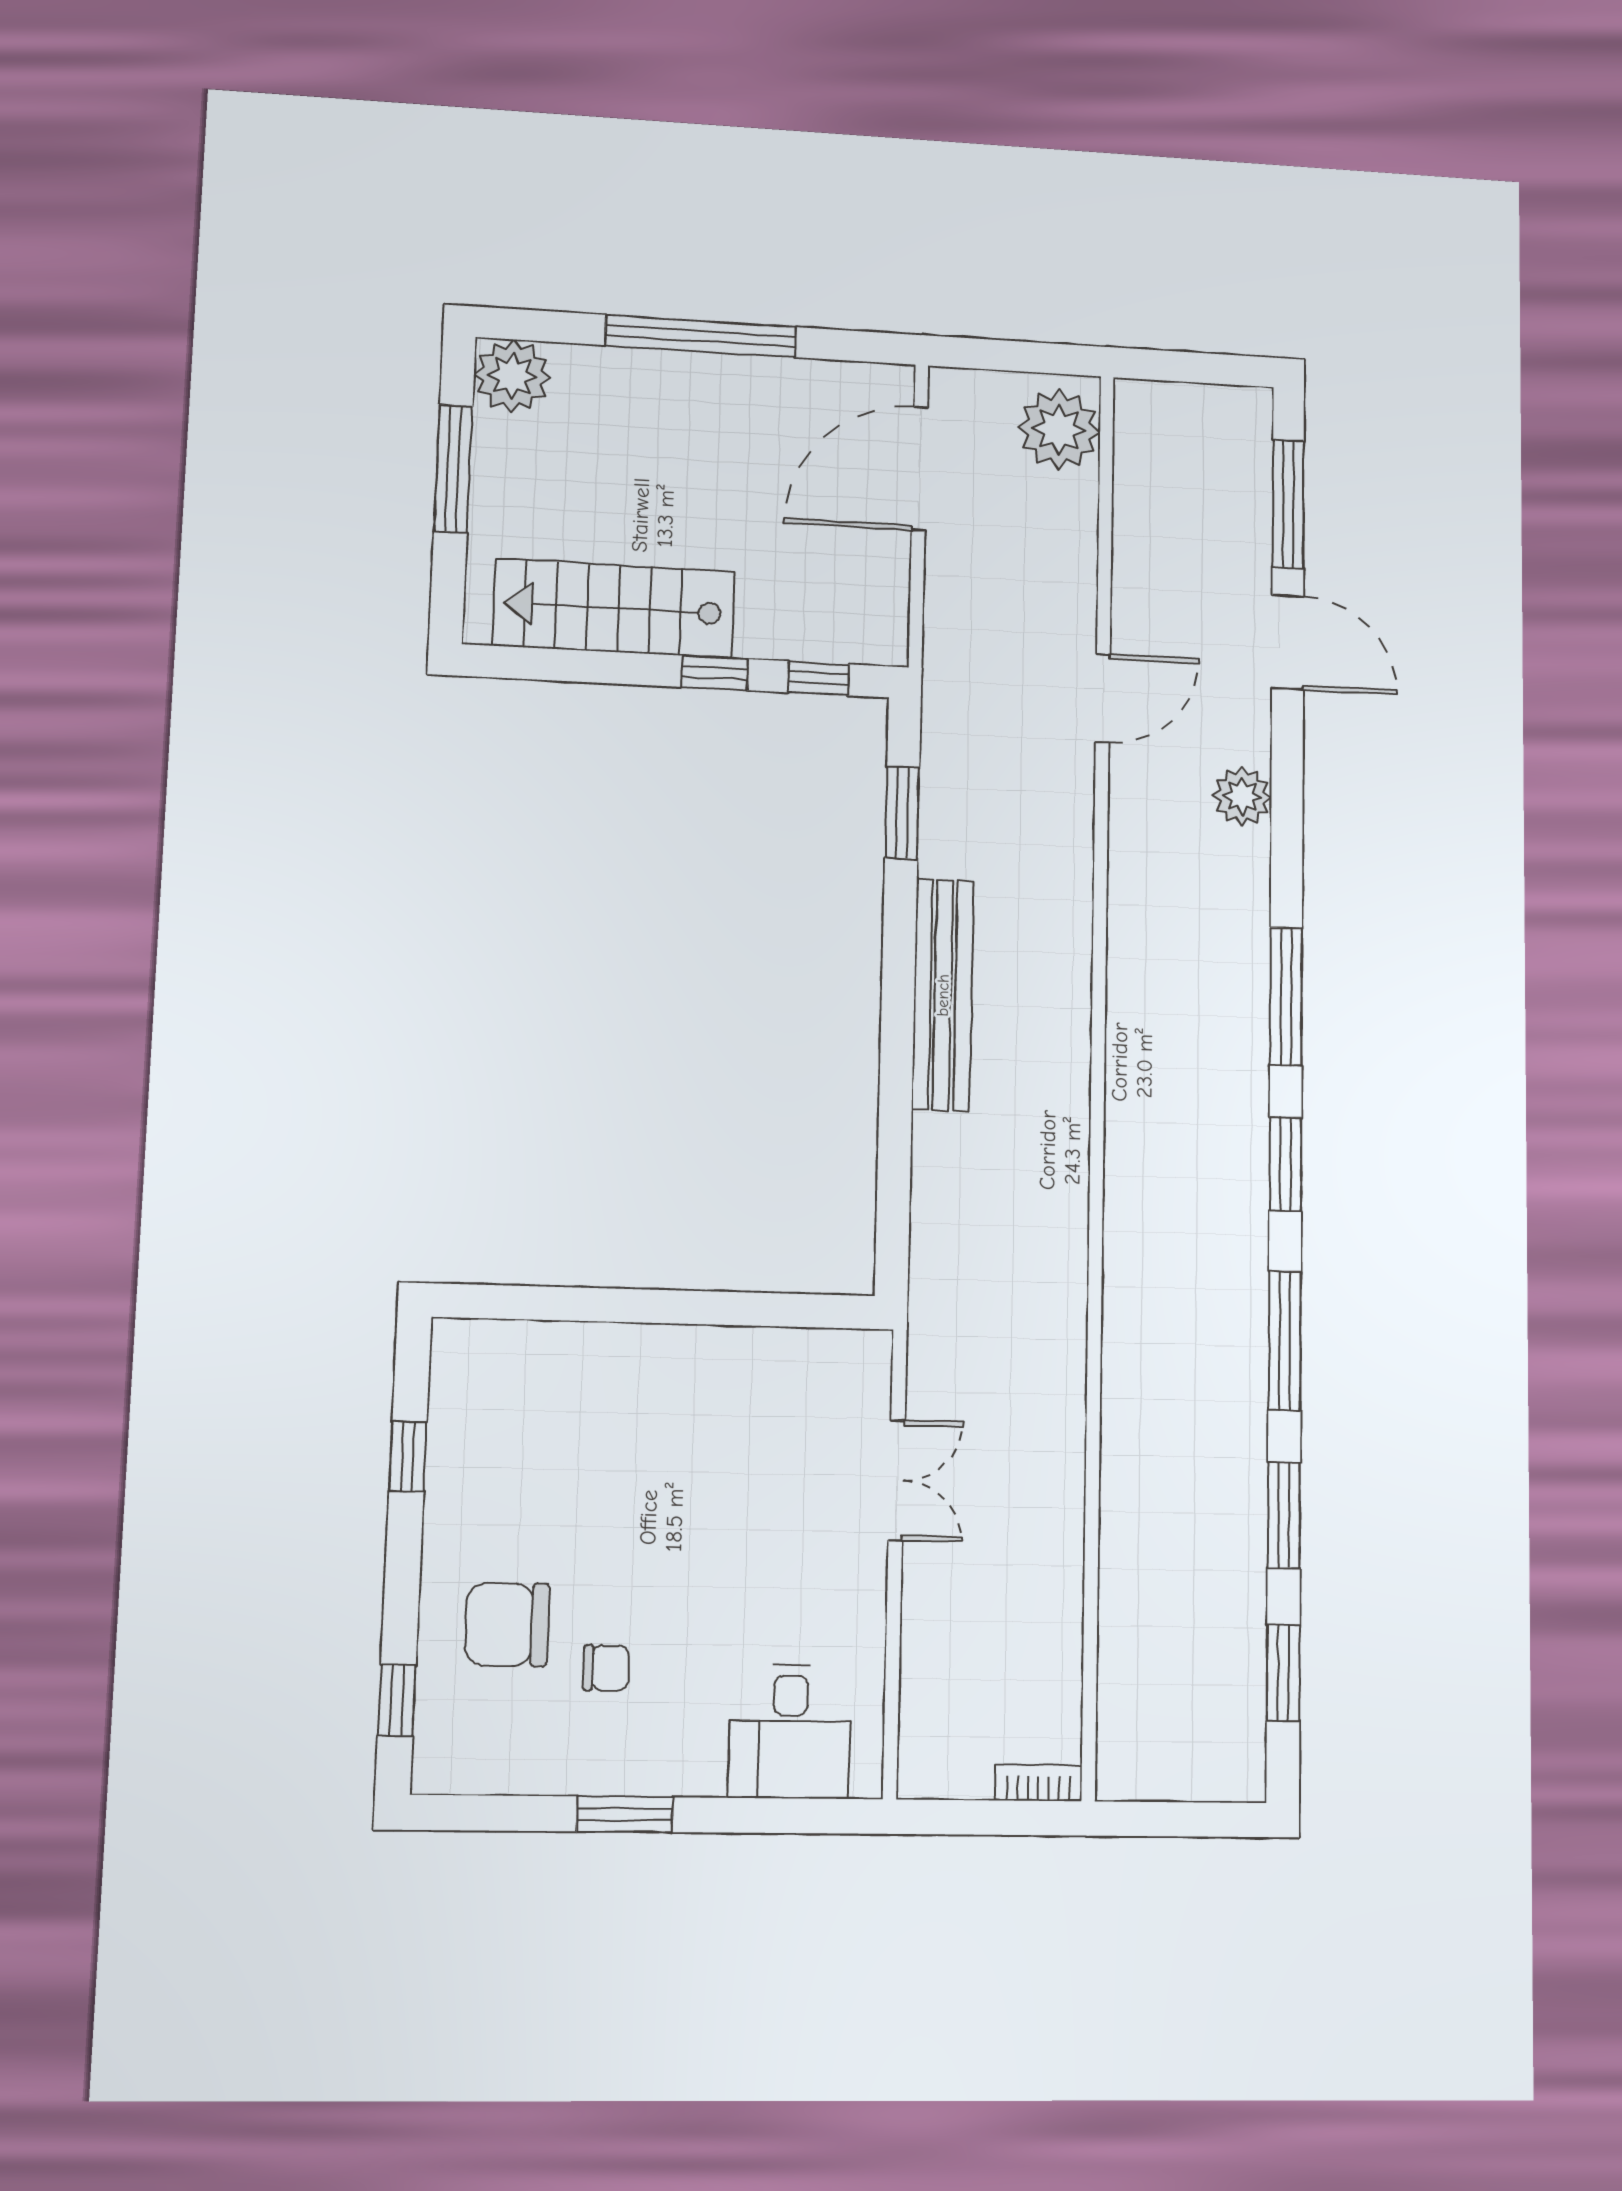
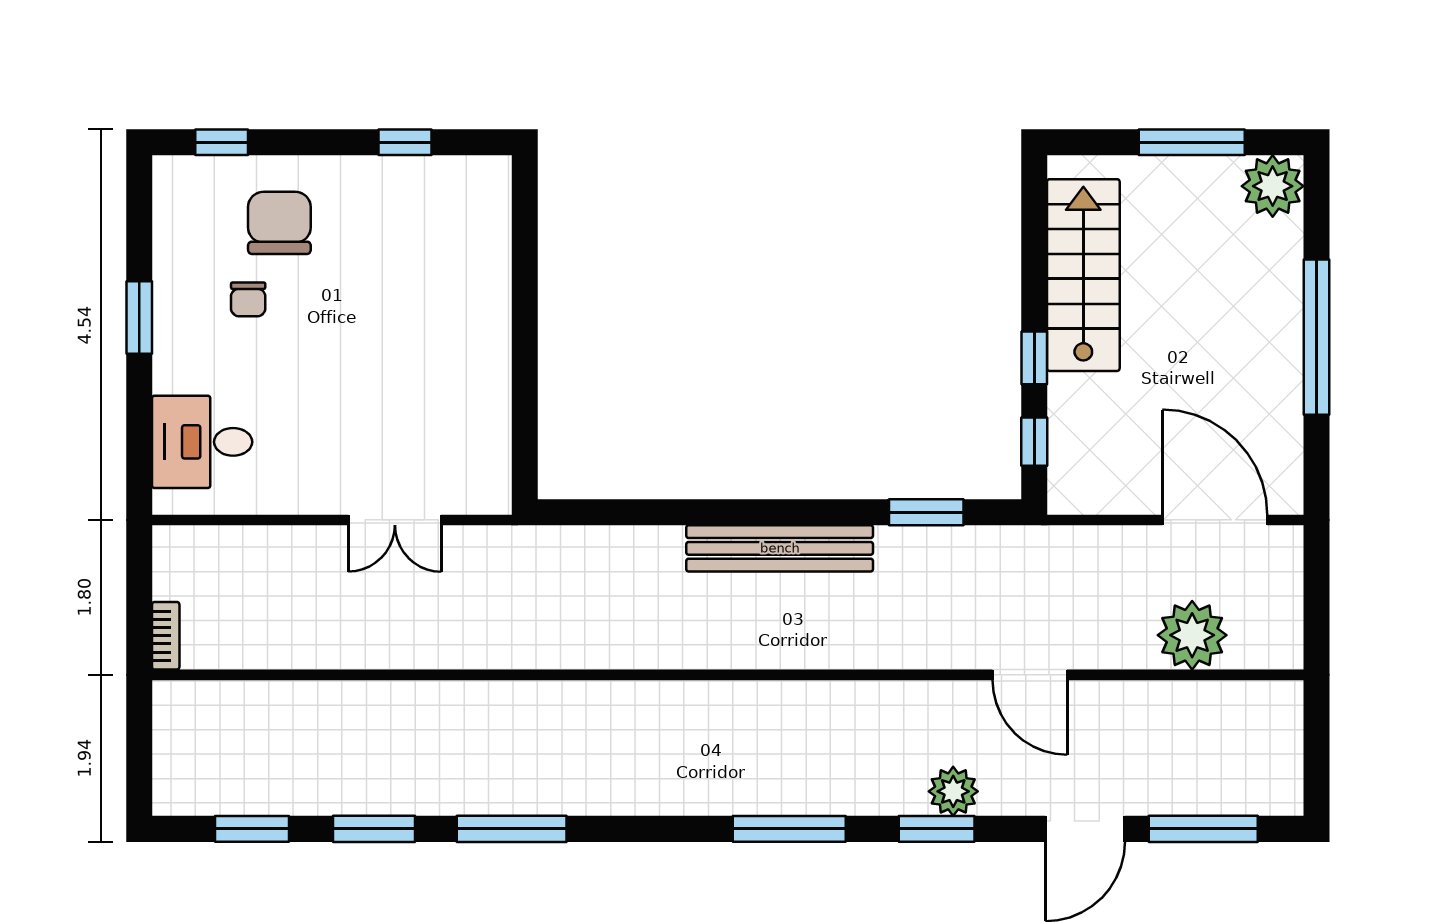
plant: (1059, 429) -> (1192, 635), moved
window: (1285, 1164) -> (937, 829), moved

